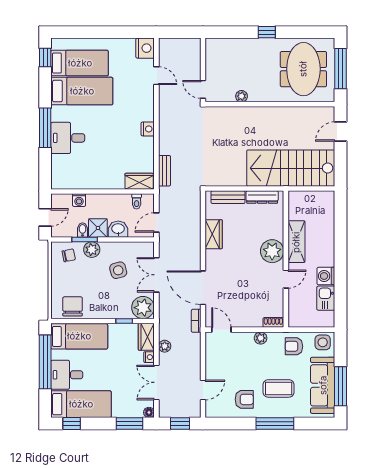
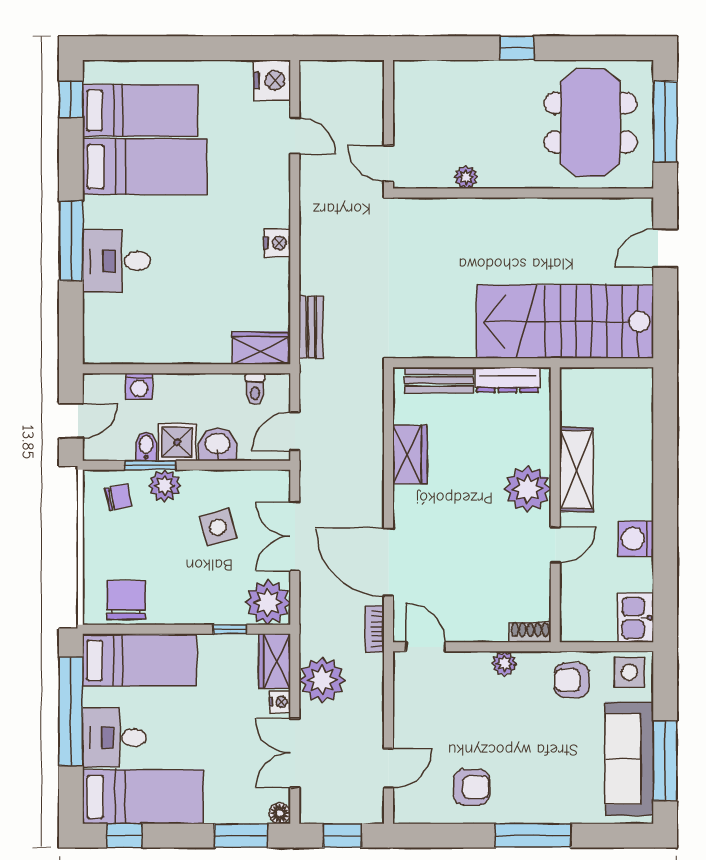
kitchen sink: (326, 298) -> (636, 618), moved
plant: (165, 346) -> (322, 680), width x1.88, depth x1.88
coffee table: (279, 388) -> (541, 765), removed

